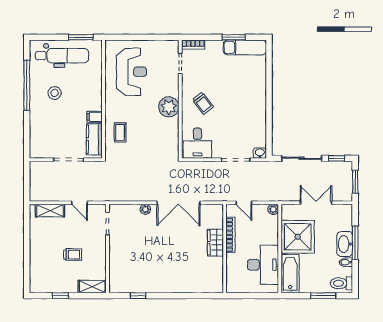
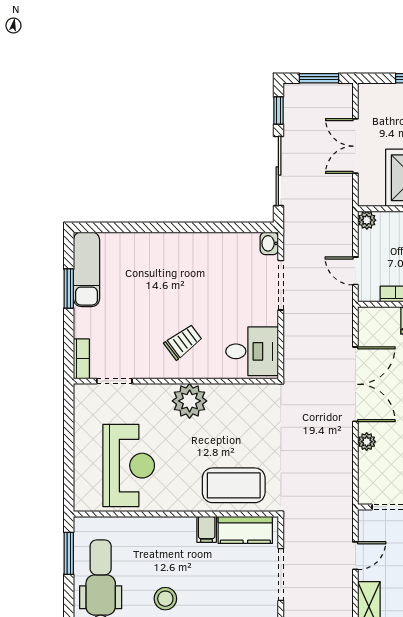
reception desk: (131, 72) -> (129, 466), turned 90
coffee table: (120, 132) -> (234, 485), width x1.86, depth x1.72
door: (244, 203) -> (355, 271), swing flipped

